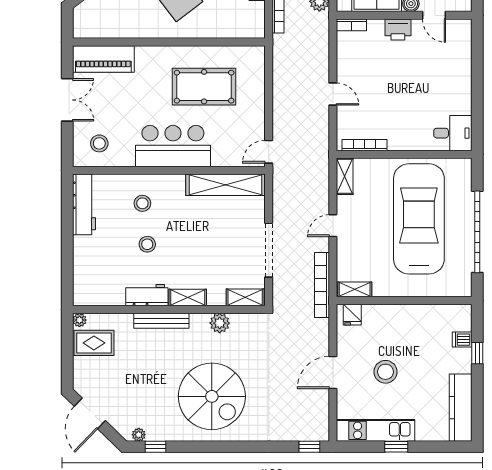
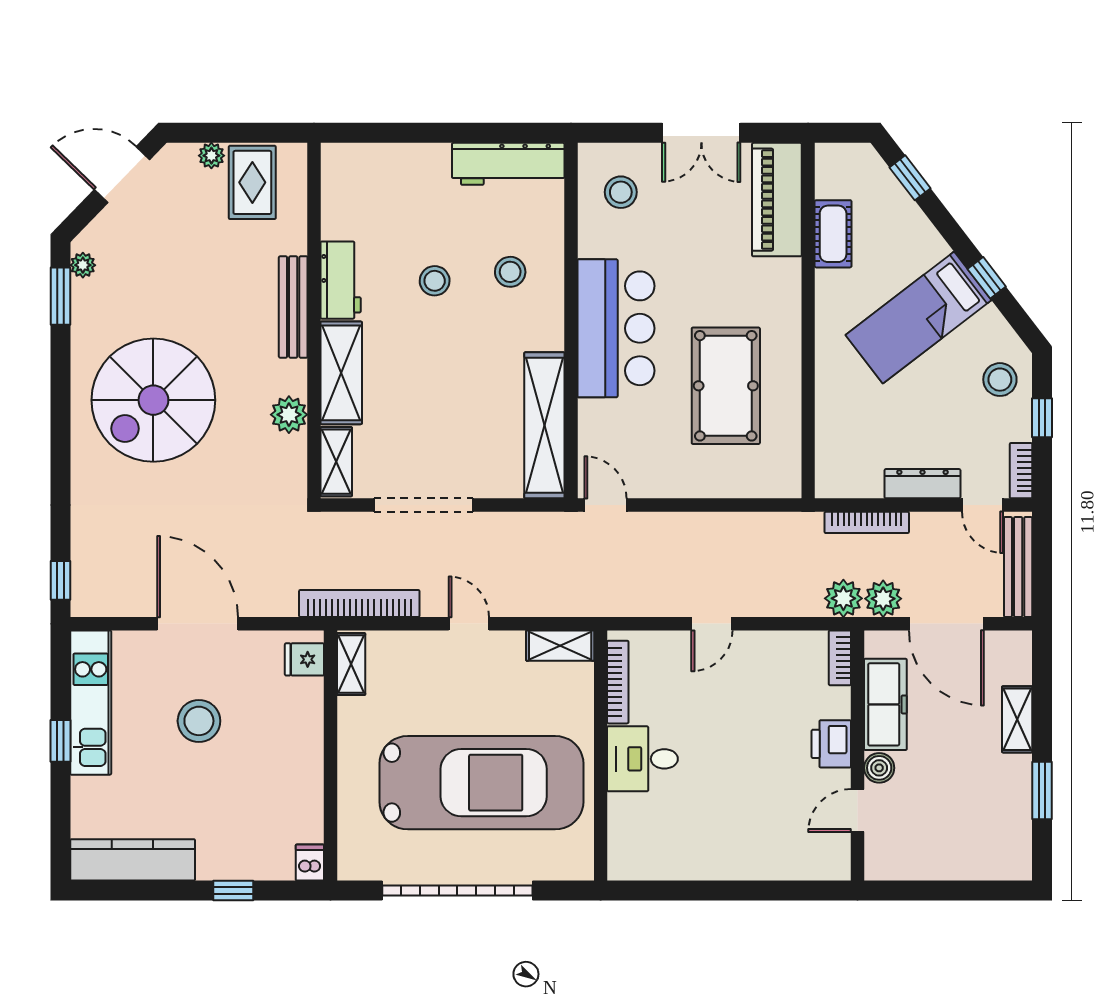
plant: (319, 23) -> (843, 598), added
cot: (122, 29) -> (833, 234), added
desk: (453, 133) -> (642, 759), moved, turned 90
shelving: (188, 298) -> (341, 373), width x1.50, depth x1.33
plant: (79, 320) -> (211, 156), moved
dishwasher: (462, 340) -> (310, 862), moved
door: (333, 372) -> (198, 624), width x1.36
window: (156, 447) -> (60, 296), width x1.50

